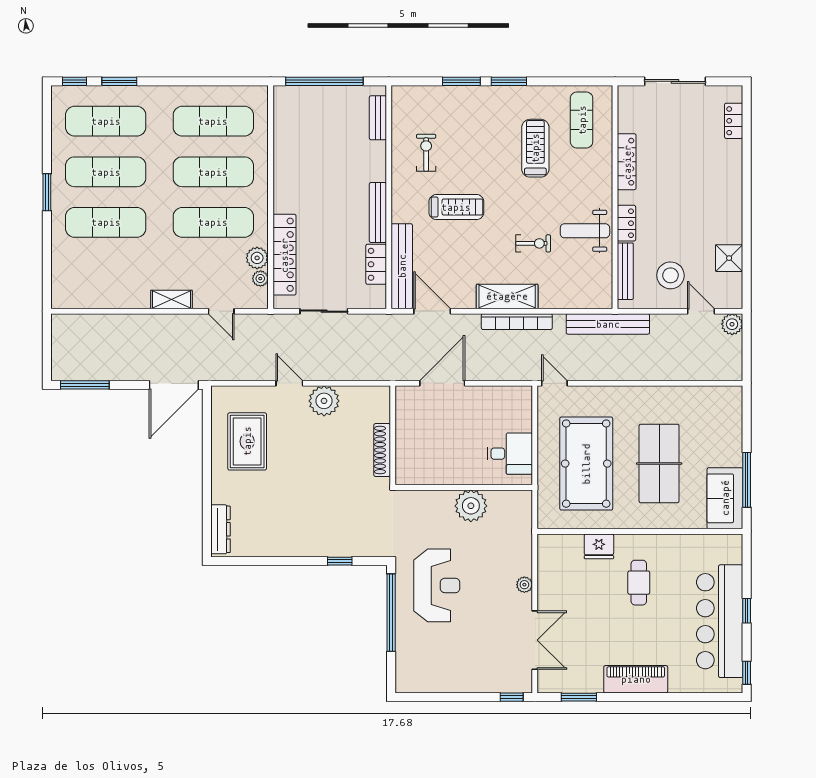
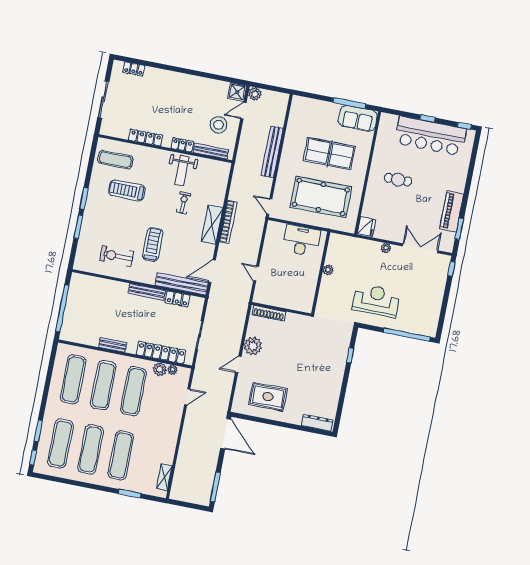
bench: (378, 118) -> (113, 345), moved
exercise bike: (426, 153) -> (117, 256), width x1.38, depth x1.39
window: (47, 192) -> (130, 494), moved
shower: (729, 258) -> (237, 92), moved
shelving: (171, 299) -> (164, 477), moved
bench: (608, 324) -> (272, 152), moved
door: (442, 383) -> (256, 273), width x0.53
door: (554, 383) -> (269, 207), hinge flipped
shoe rack: (382, 450) -> (269, 313), moved
desk: (510, 454) -> (301, 240), width x1.37
plant: (471, 506) -> (328, 270), width x0.53, depth x0.53
fridge: (599, 546) -> (366, 227), moved
window: (391, 613) -> (407, 335), moved
piano: (636, 679) -> (452, 211), moved

